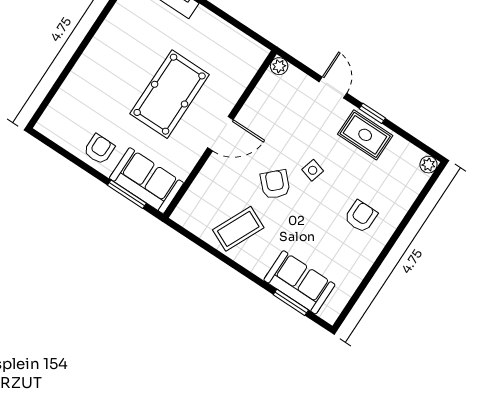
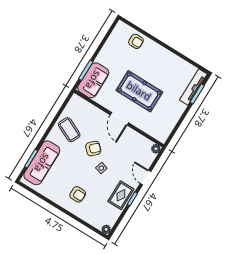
door: (333, 87) -> (145, 178), swing flipped
armchair: (99, 149) -> (136, 41), moved
sofa: (299, 282) -> (42, 163), width x1.36

